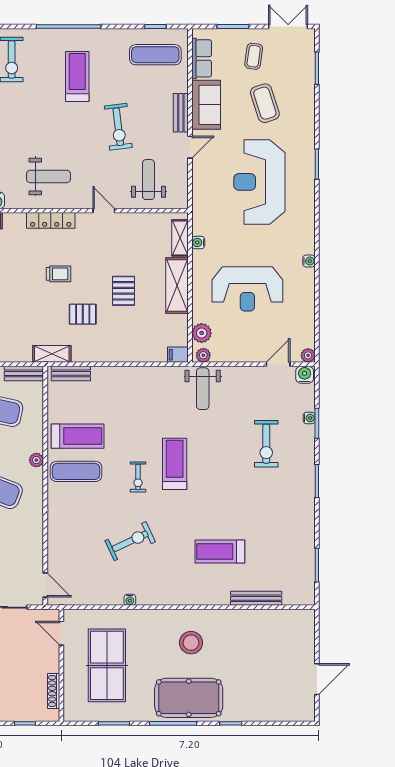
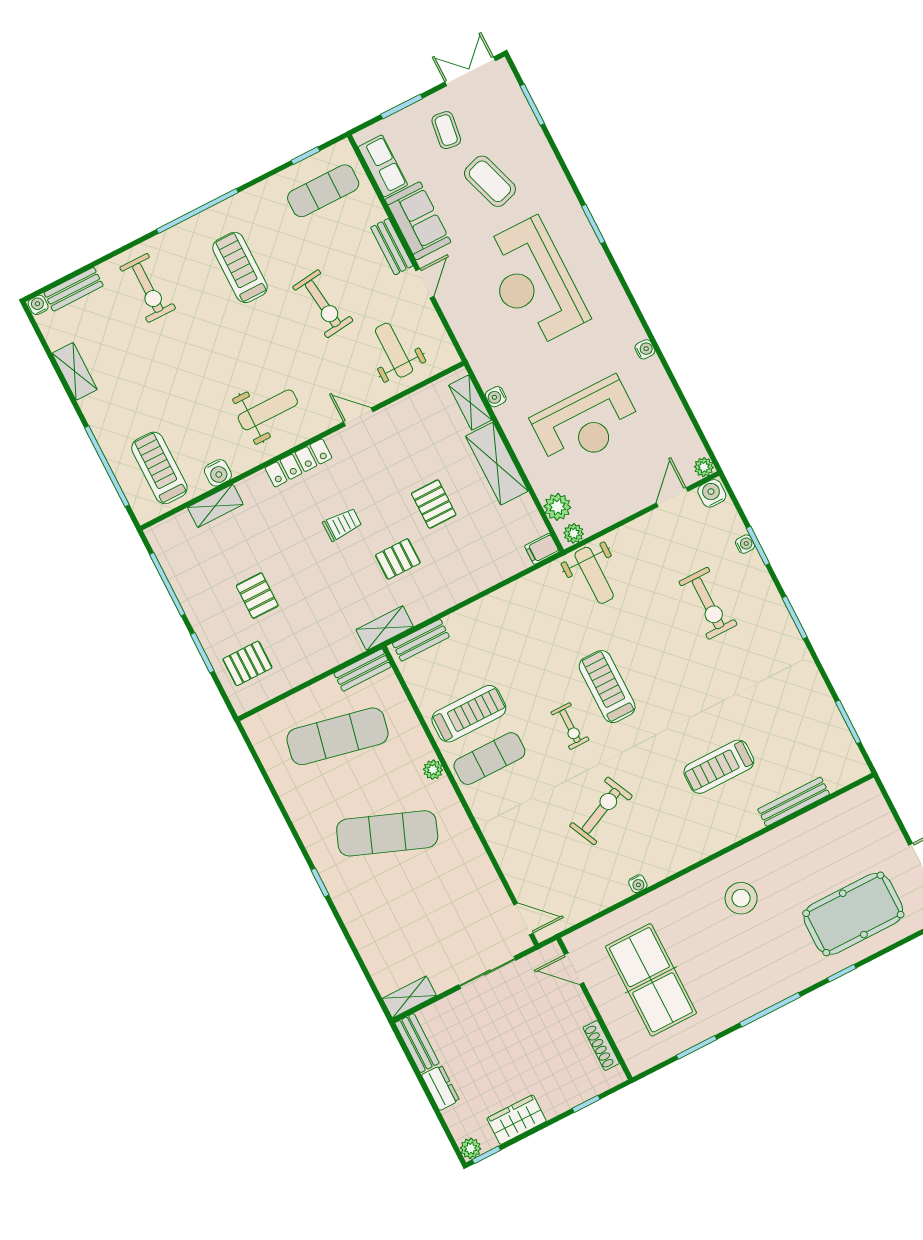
pool table: (189, 698) -> (853, 914), moved

